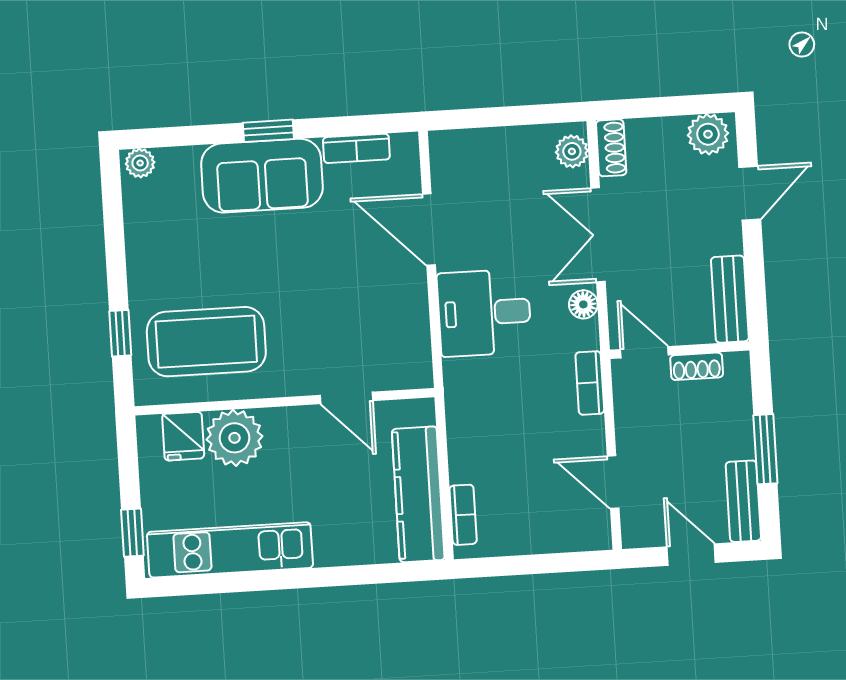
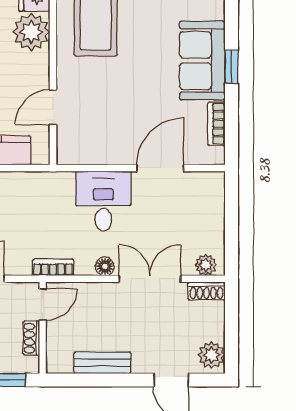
wall: (680, 350) -> (43, 328), moved
door: (644, 352) -> (43, 305), moved
shoe rack: (697, 366) -> (31, 338), moved

